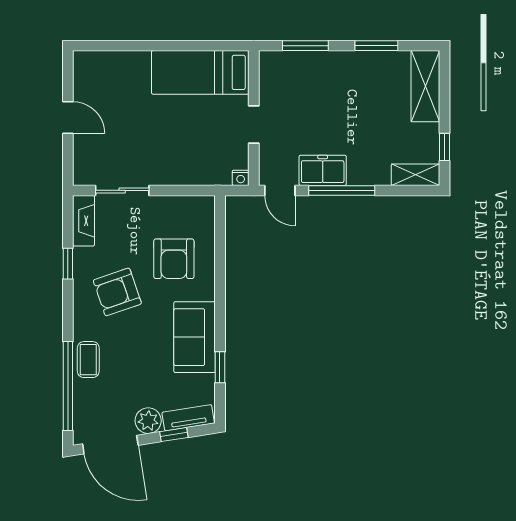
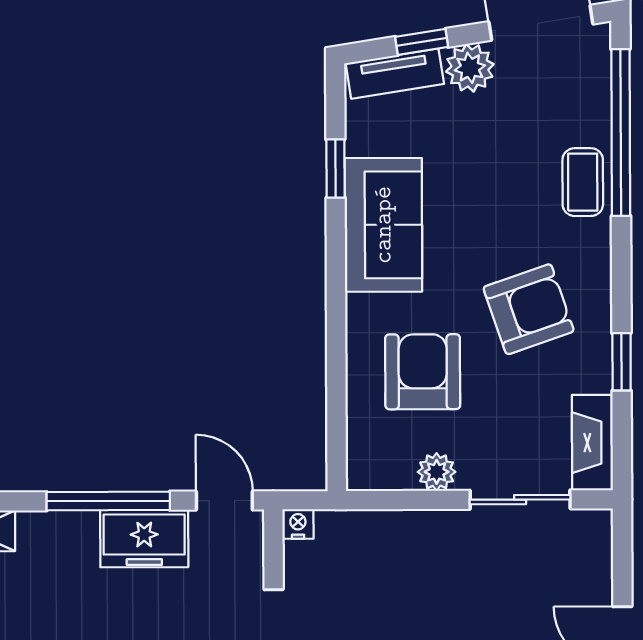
plant: (167, 205) -> (437, 472), added

